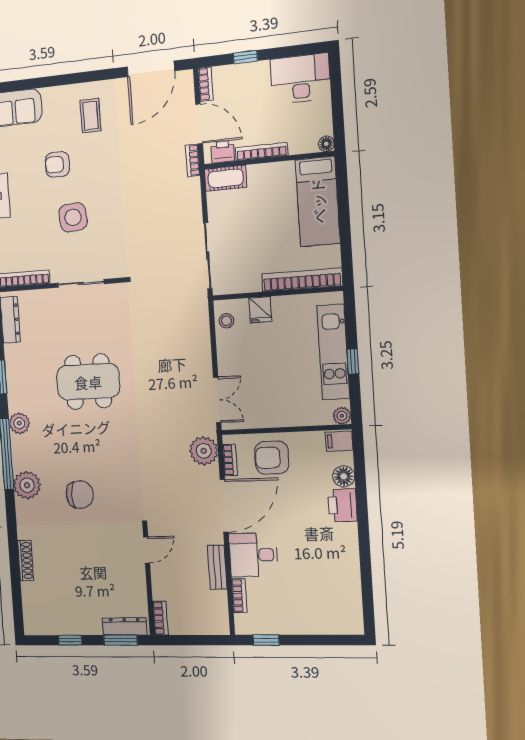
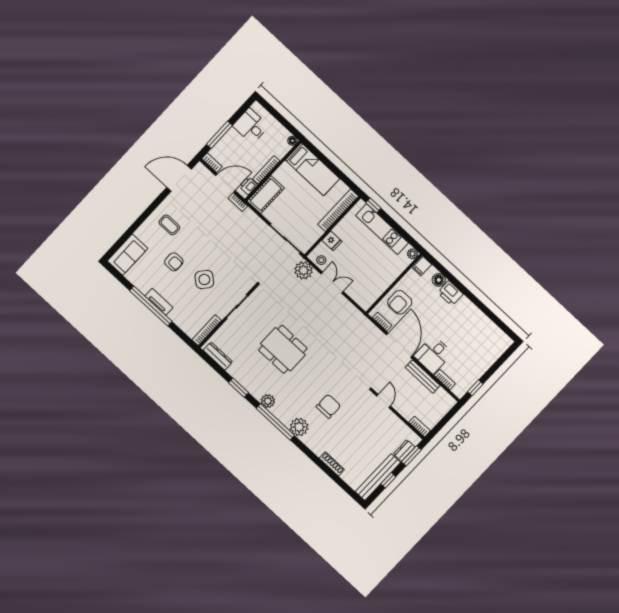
window: (245, 57) -> (219, 135), width x2.17
door: (151, 69) -> (179, 178), swing flipped
desk: (300, 79) -> (251, 126), width x0.73
armchair: (57, 164) -> (174, 262), turned -90
cot: (226, 178) -> (266, 195), width x1.37, depth x1.34
side table: (73, 217) -> (204, 279), turned 45
window: (353, 361) -> (373, 205), moved
dining table: (88, 382) -> (283, 349), turned 90
double door: (217, 400) -> (332, 283), moved
plant: (204, 451) -> (304, 270), moved
bench: (217, 567) -> (423, 377), width x1.36
bench: (62, 625) -> (378, 477), added
dresser: (125, 626) -> (404, 451), width x0.70

